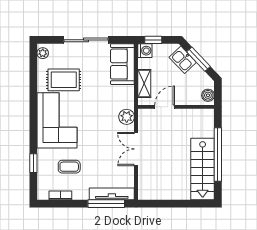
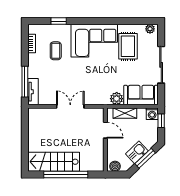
kitchen sink: (183, 60) -> (137, 152), moved
plant: (127, 117) -> (117, 99), moved
tv unit: (112, 194) -> (33, 92), width x0.71

